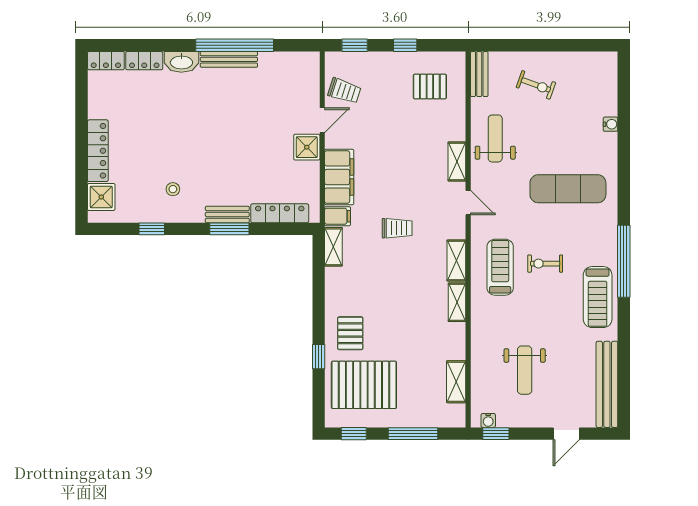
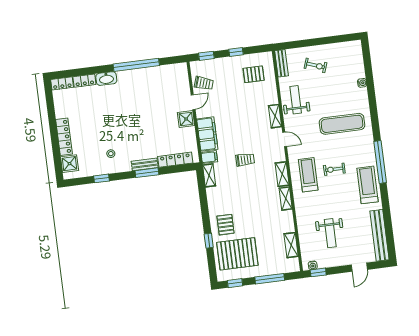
bench: (229, 59) -> (134, 73), removed
treadmill: (598, 297) -> (367, 185), turned 180

